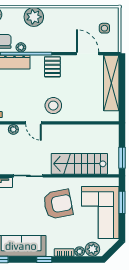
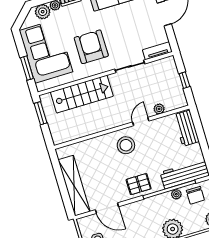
pallet: (52, 67) -> (139, 184), turned 90
door: (33, 123) -> (141, 122), hinge flipped
armchair: (58, 204) -> (91, 47), turned 101

